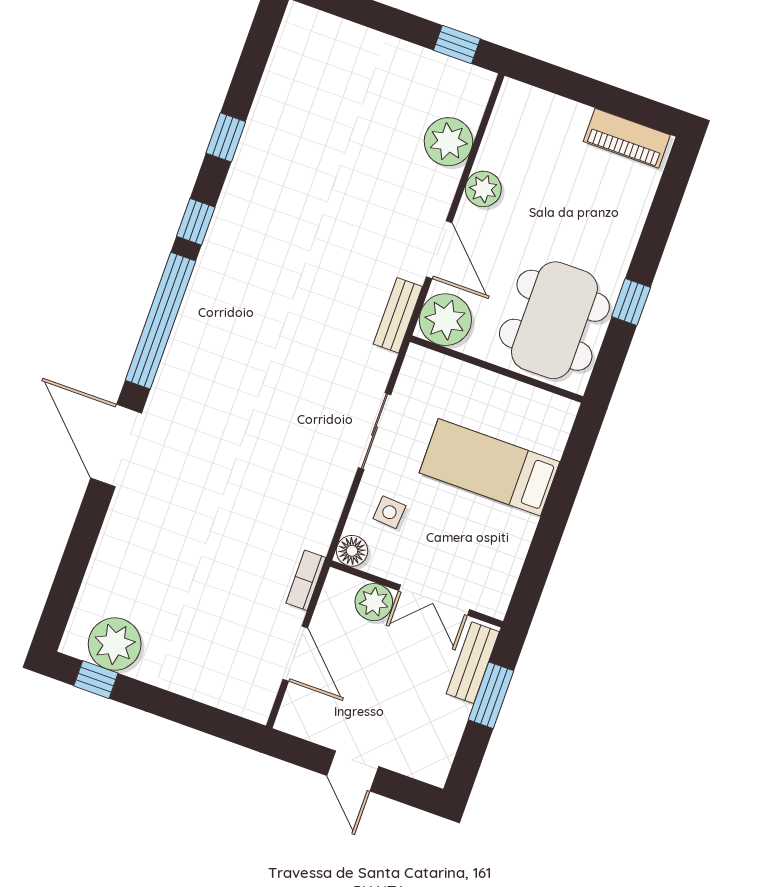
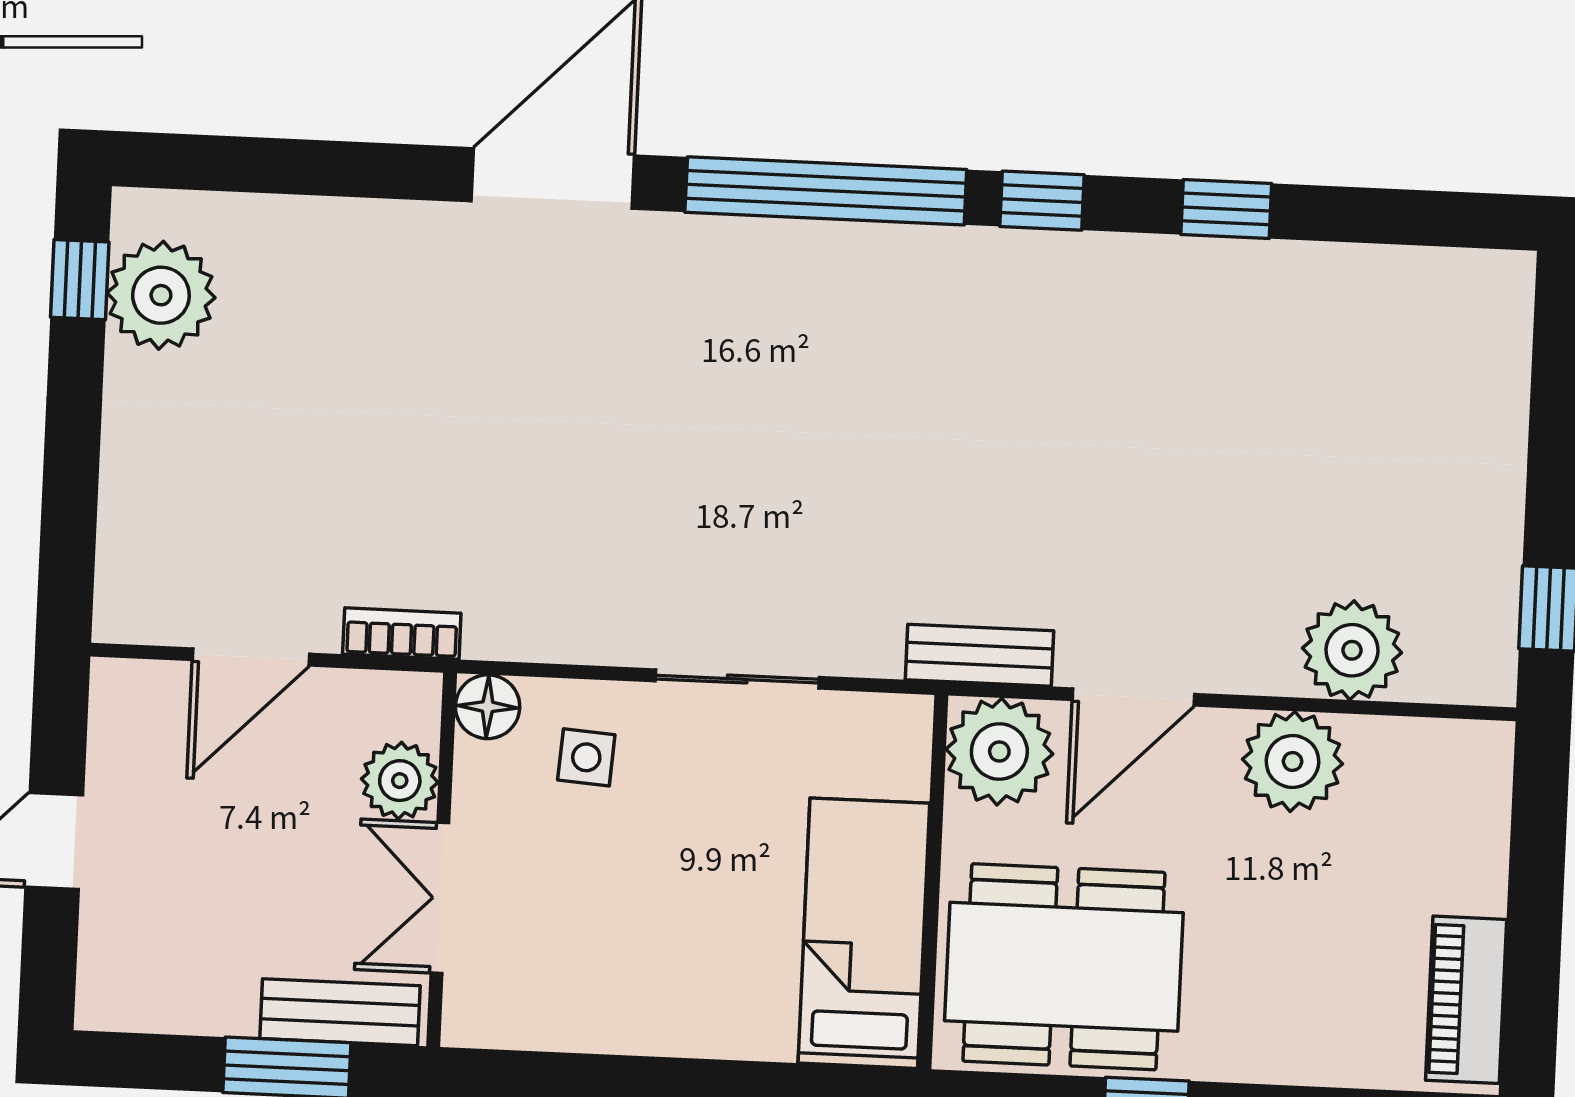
plant: (483, 189) -> (1293, 761), width x1.36, depth x1.36
bed: (489, 467) -> (864, 933), moved

